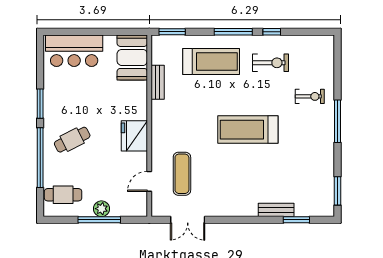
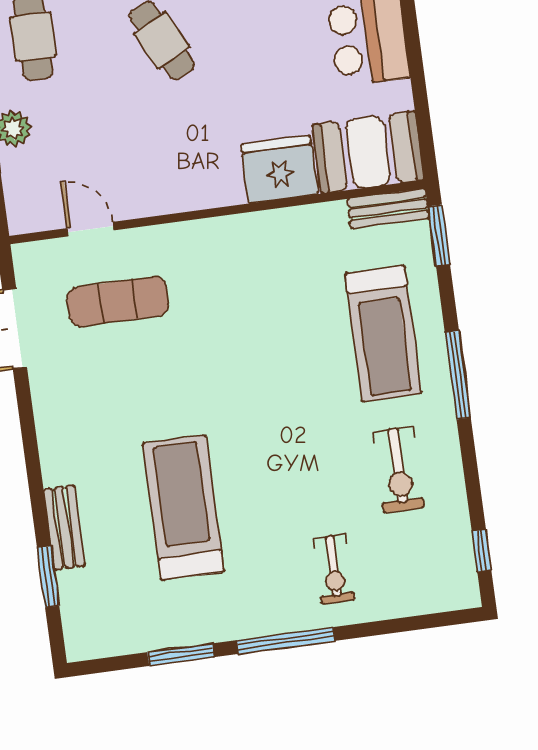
window: (272, 32) -> (482, 551), moved
bench: (158, 82) -> (388, 208), moved
treadmill: (248, 130) -> (183, 508), moved
fridge: (134, 136) -> (279, 169), moved
window: (338, 191) -> (181, 655), moved

